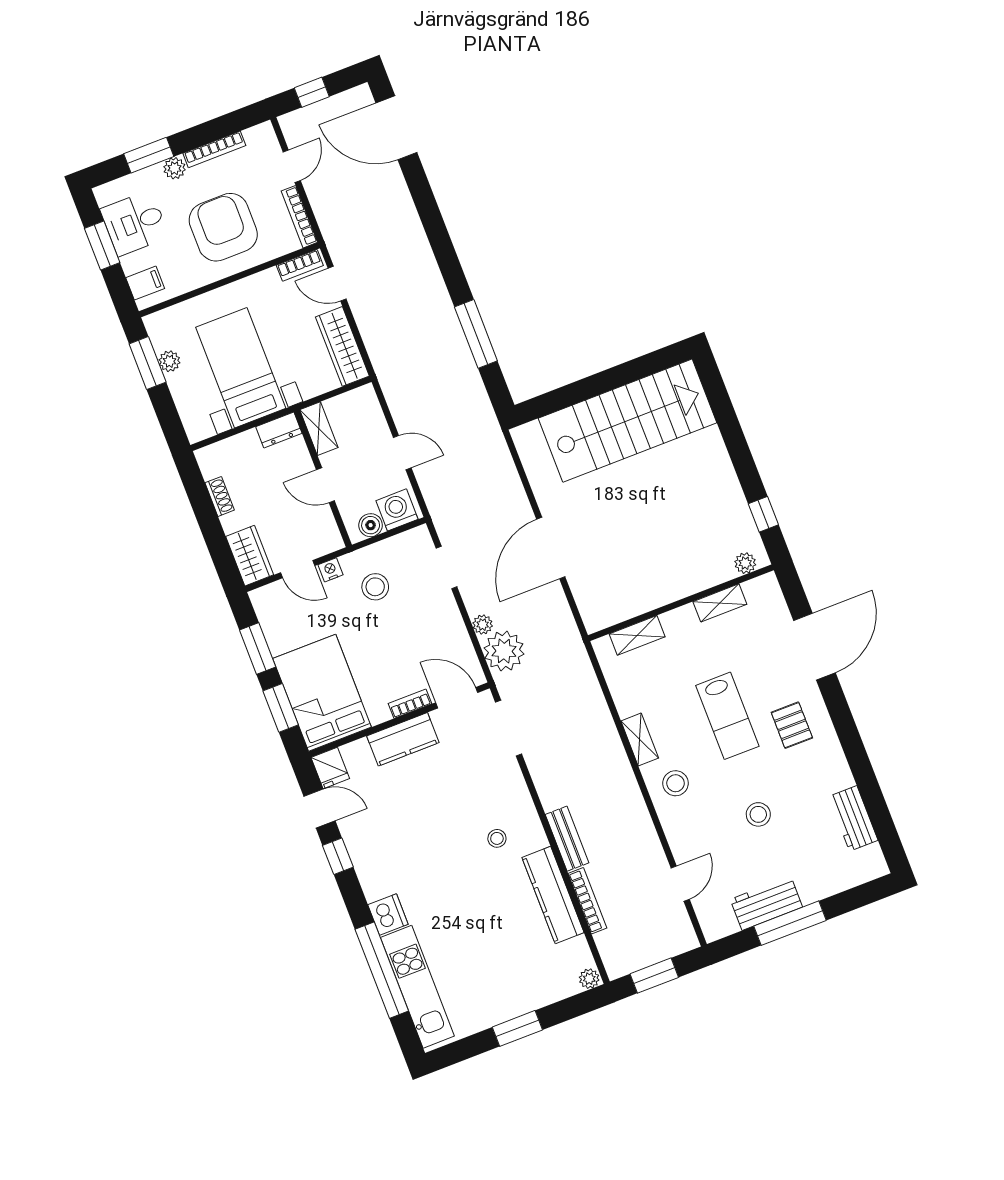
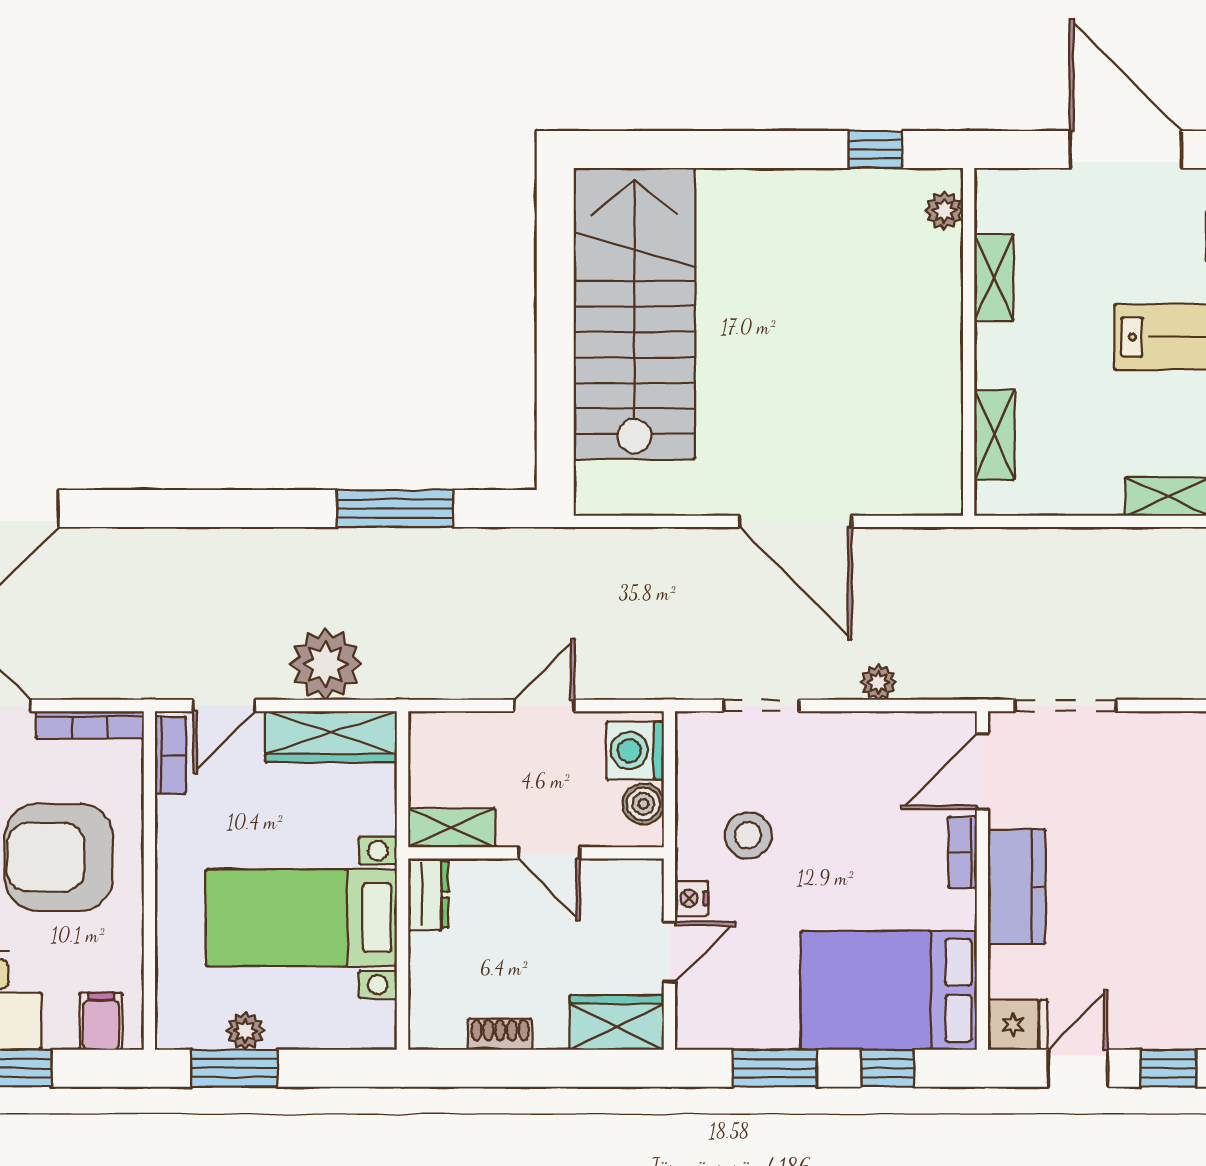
door: (325, 485) -> (549, 853), hinge flipped
plant: (504, 651) -> (326, 664), moved
window: (281, 708) -> (887, 1068), width x0.67

